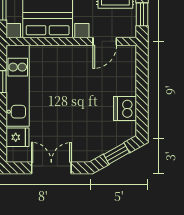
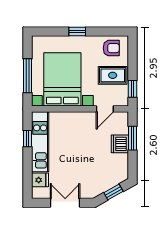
window: (142, 81) -> (132, 138), added
dishwasher: (125, 108) -> (120, 144), moved

